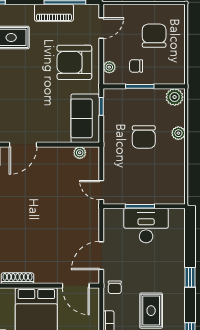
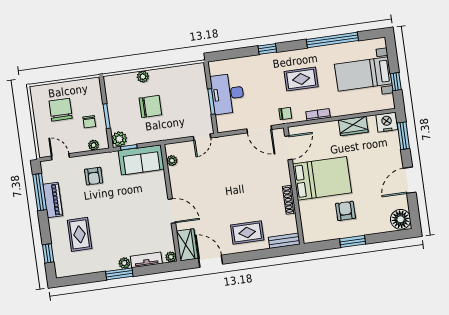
chair: (154, 36) -> (61, 110), turned 90
armchair: (74, 62) -> (94, 176), width x0.53, depth x0.53
plant: (175, 97) -> (119, 139), moved

